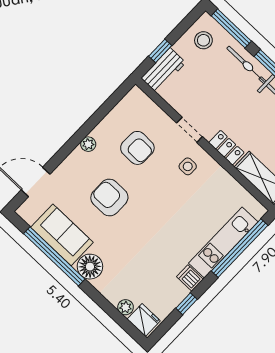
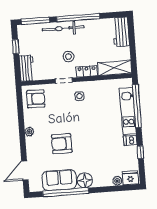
stool: (203, 40) -> (68, 57), moved
window: (160, 51) -> (16, 47), moved
armchair: (137, 148) -> (36, 99), moved

